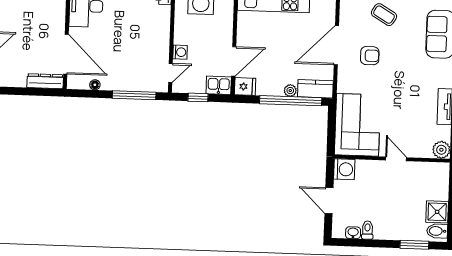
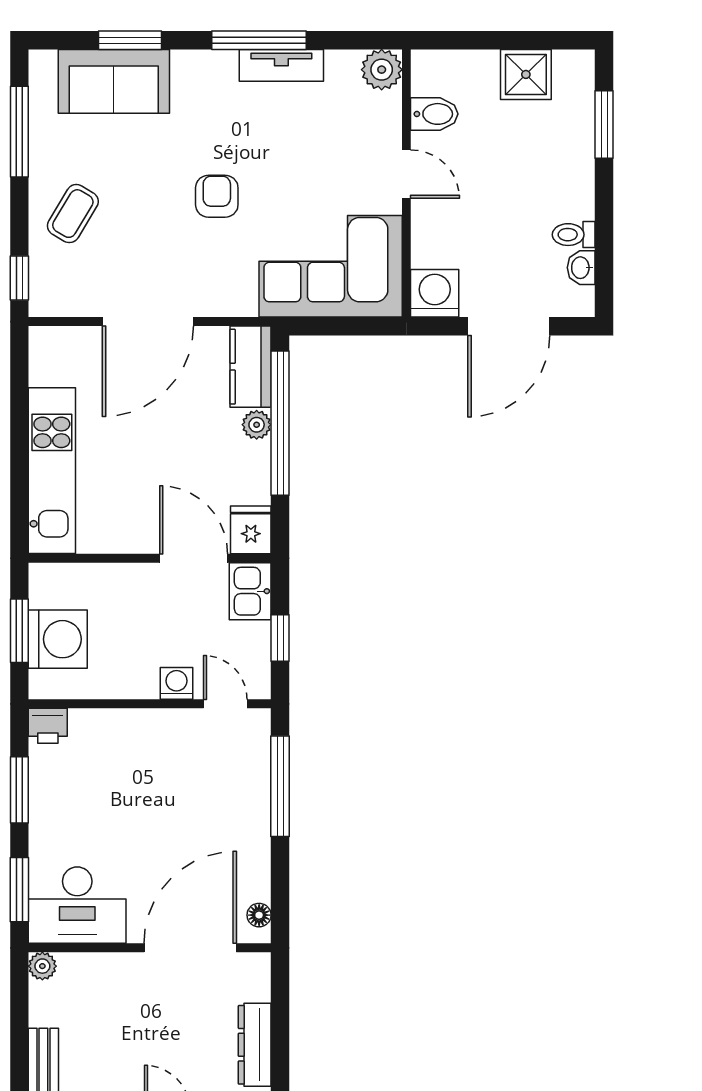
door: (336, 45) -> (148, 322), hinge flipped
armchair: (370, 56) -> (217, 196), moved
dresser: (45, 81) -> (255, 1045), moved
floor lamp: (95, 85) -> (259, 915), moved
door: (396, 159) -> (406, 174), swing flipped
door: (329, 201) -> (509, 326), width x1.36
bidet: (437, 231) -> (434, 114), moved, turned -90

